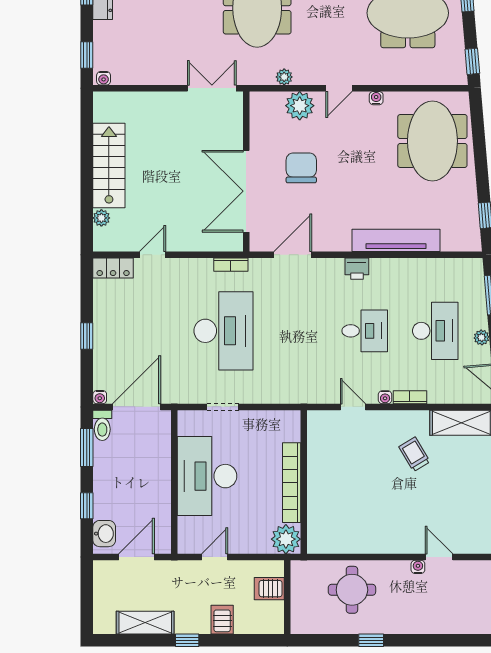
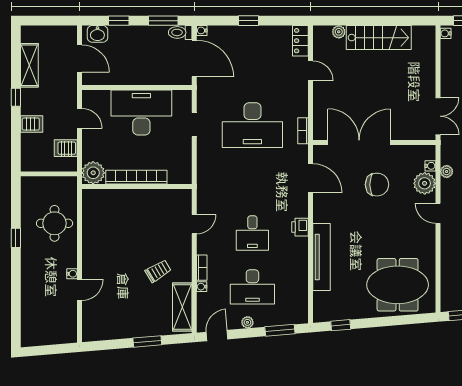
water cooler: (376, 98) -> (430, 166), moved
water cooler: (385, 397) -> (202, 287), moved
server rack: (269, 589) -> (66, 148), moved, turned -90

